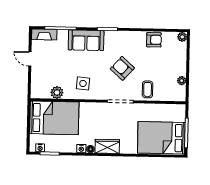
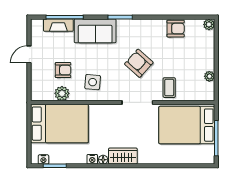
fireplace: (44, 35) -> (58, 25), moved
door: (30, 59) -> (29, 54), hinge flipped
armchair: (58, 73) -> (63, 70), added
bed: (161, 138) -> (187, 125), moved

